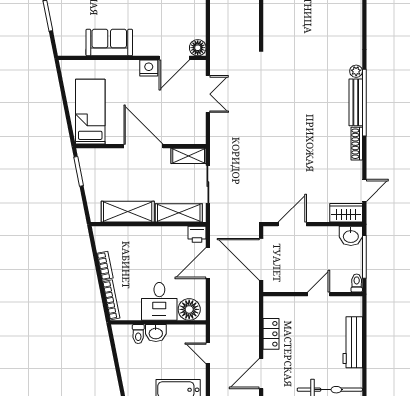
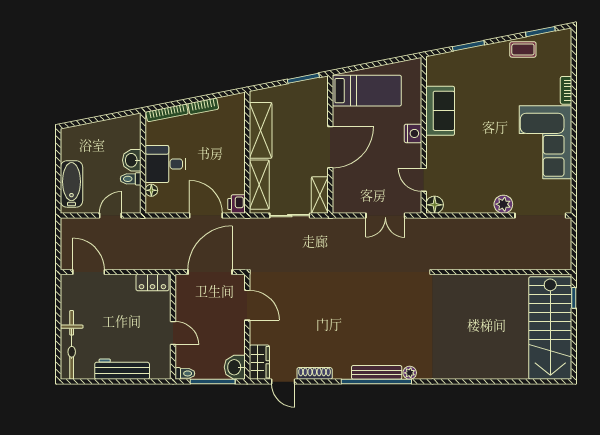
door: (174, 58) -> (424, 180), width x0.73
nightstand: (149, 68) -> (413, 133), moved
shoe rack: (357, 144) -> (315, 373), moved
floor lamp: (189, 309) -> (151, 190), width x0.53, depth x0.53
toilet: (138, 334) -> (131, 179), moved
locker: (271, 334) -> (152, 282), moved

